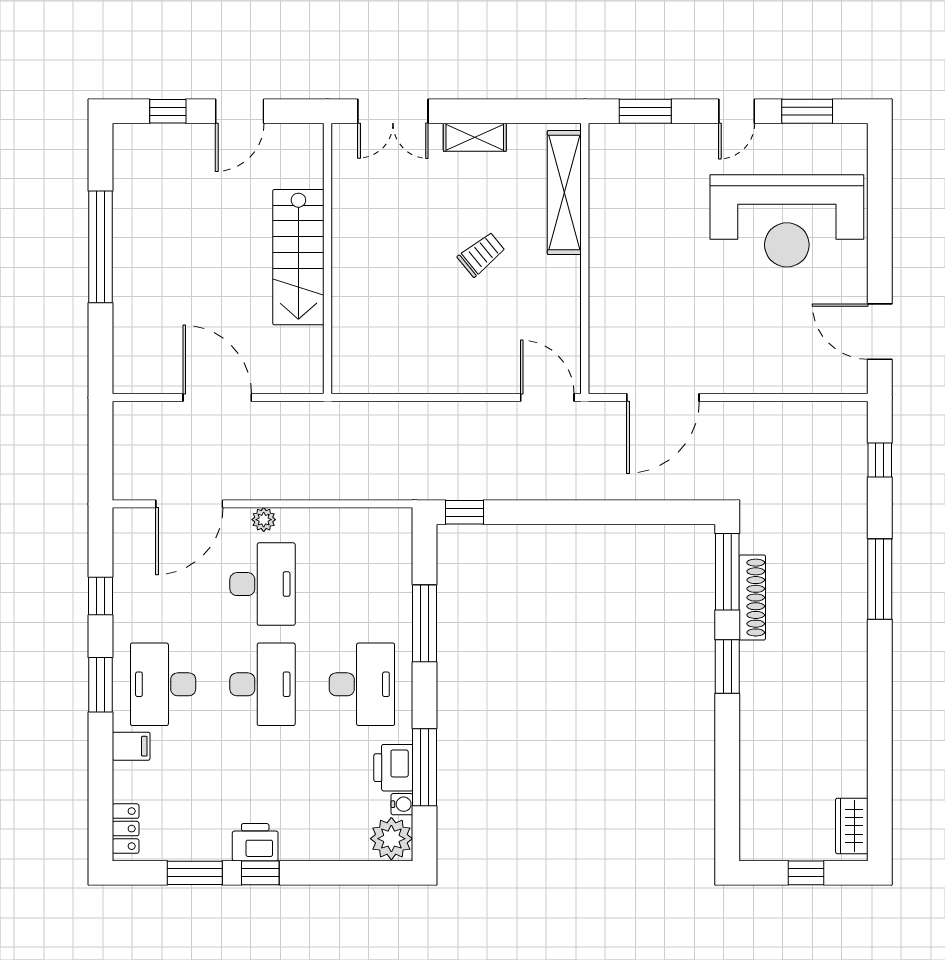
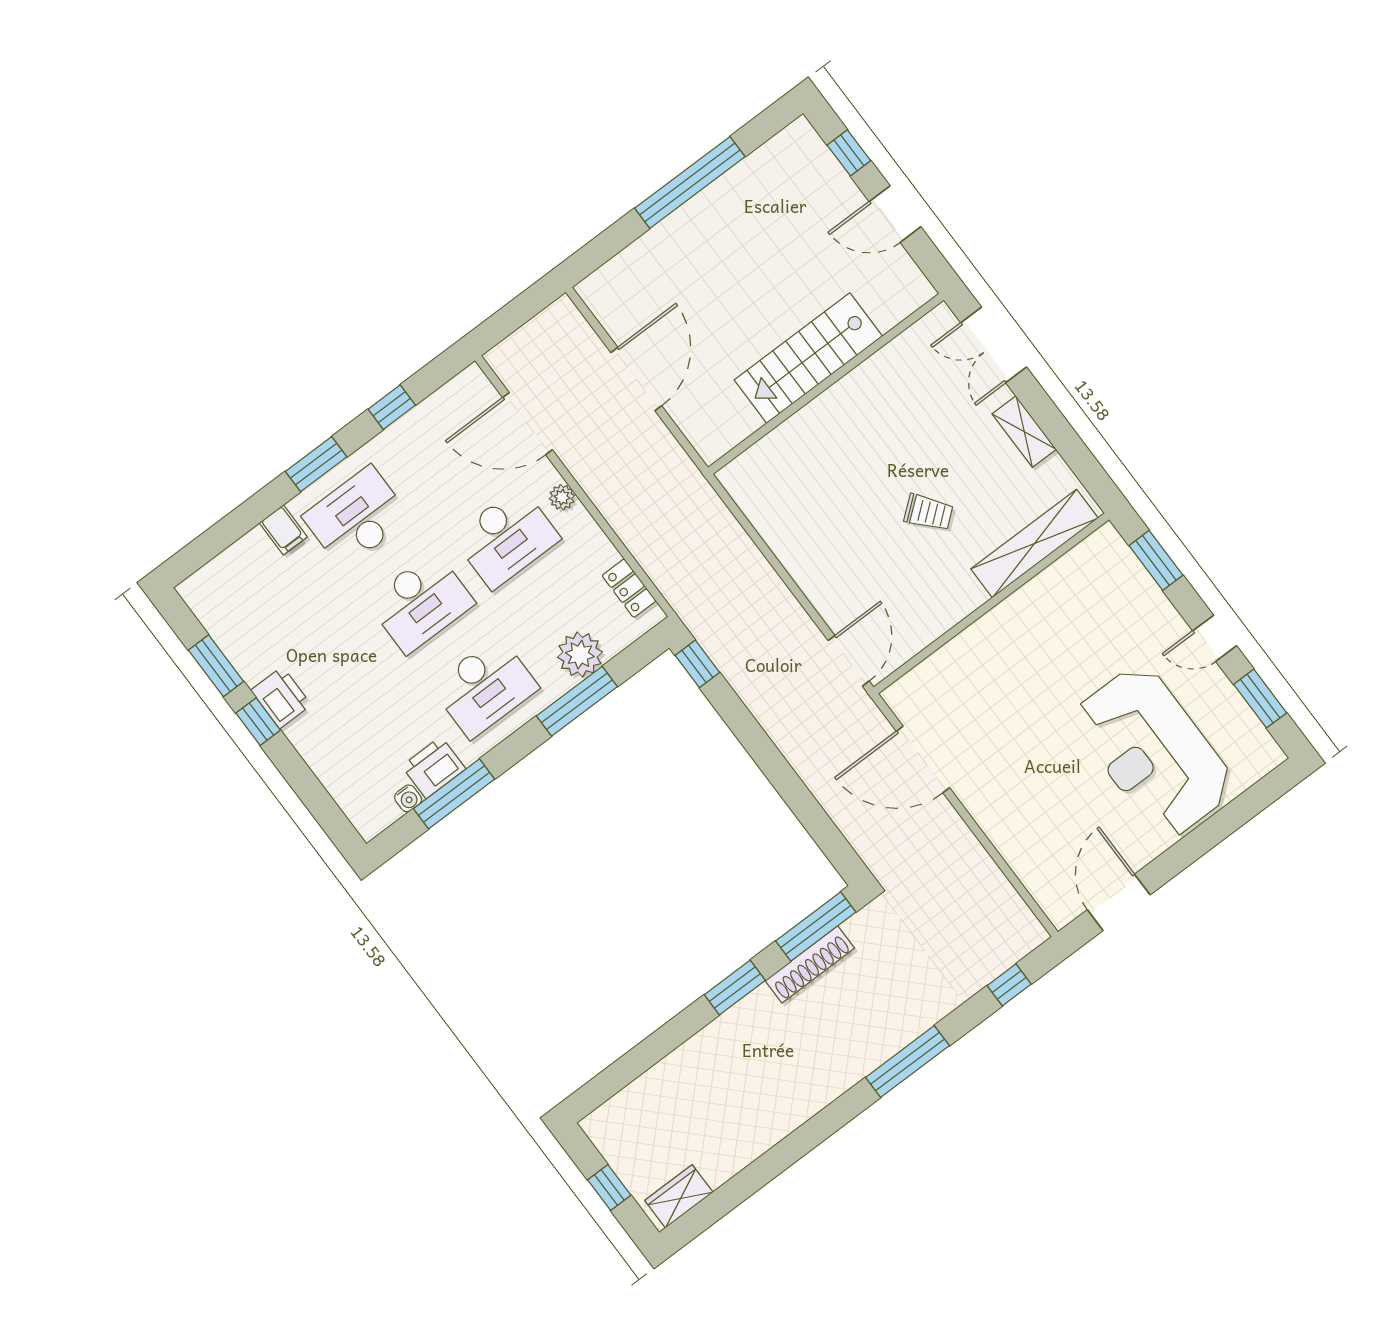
locker: (126, 829) -> (629, 588), moved, turned 90
plant: (391, 839) -> (580, 655), moved

